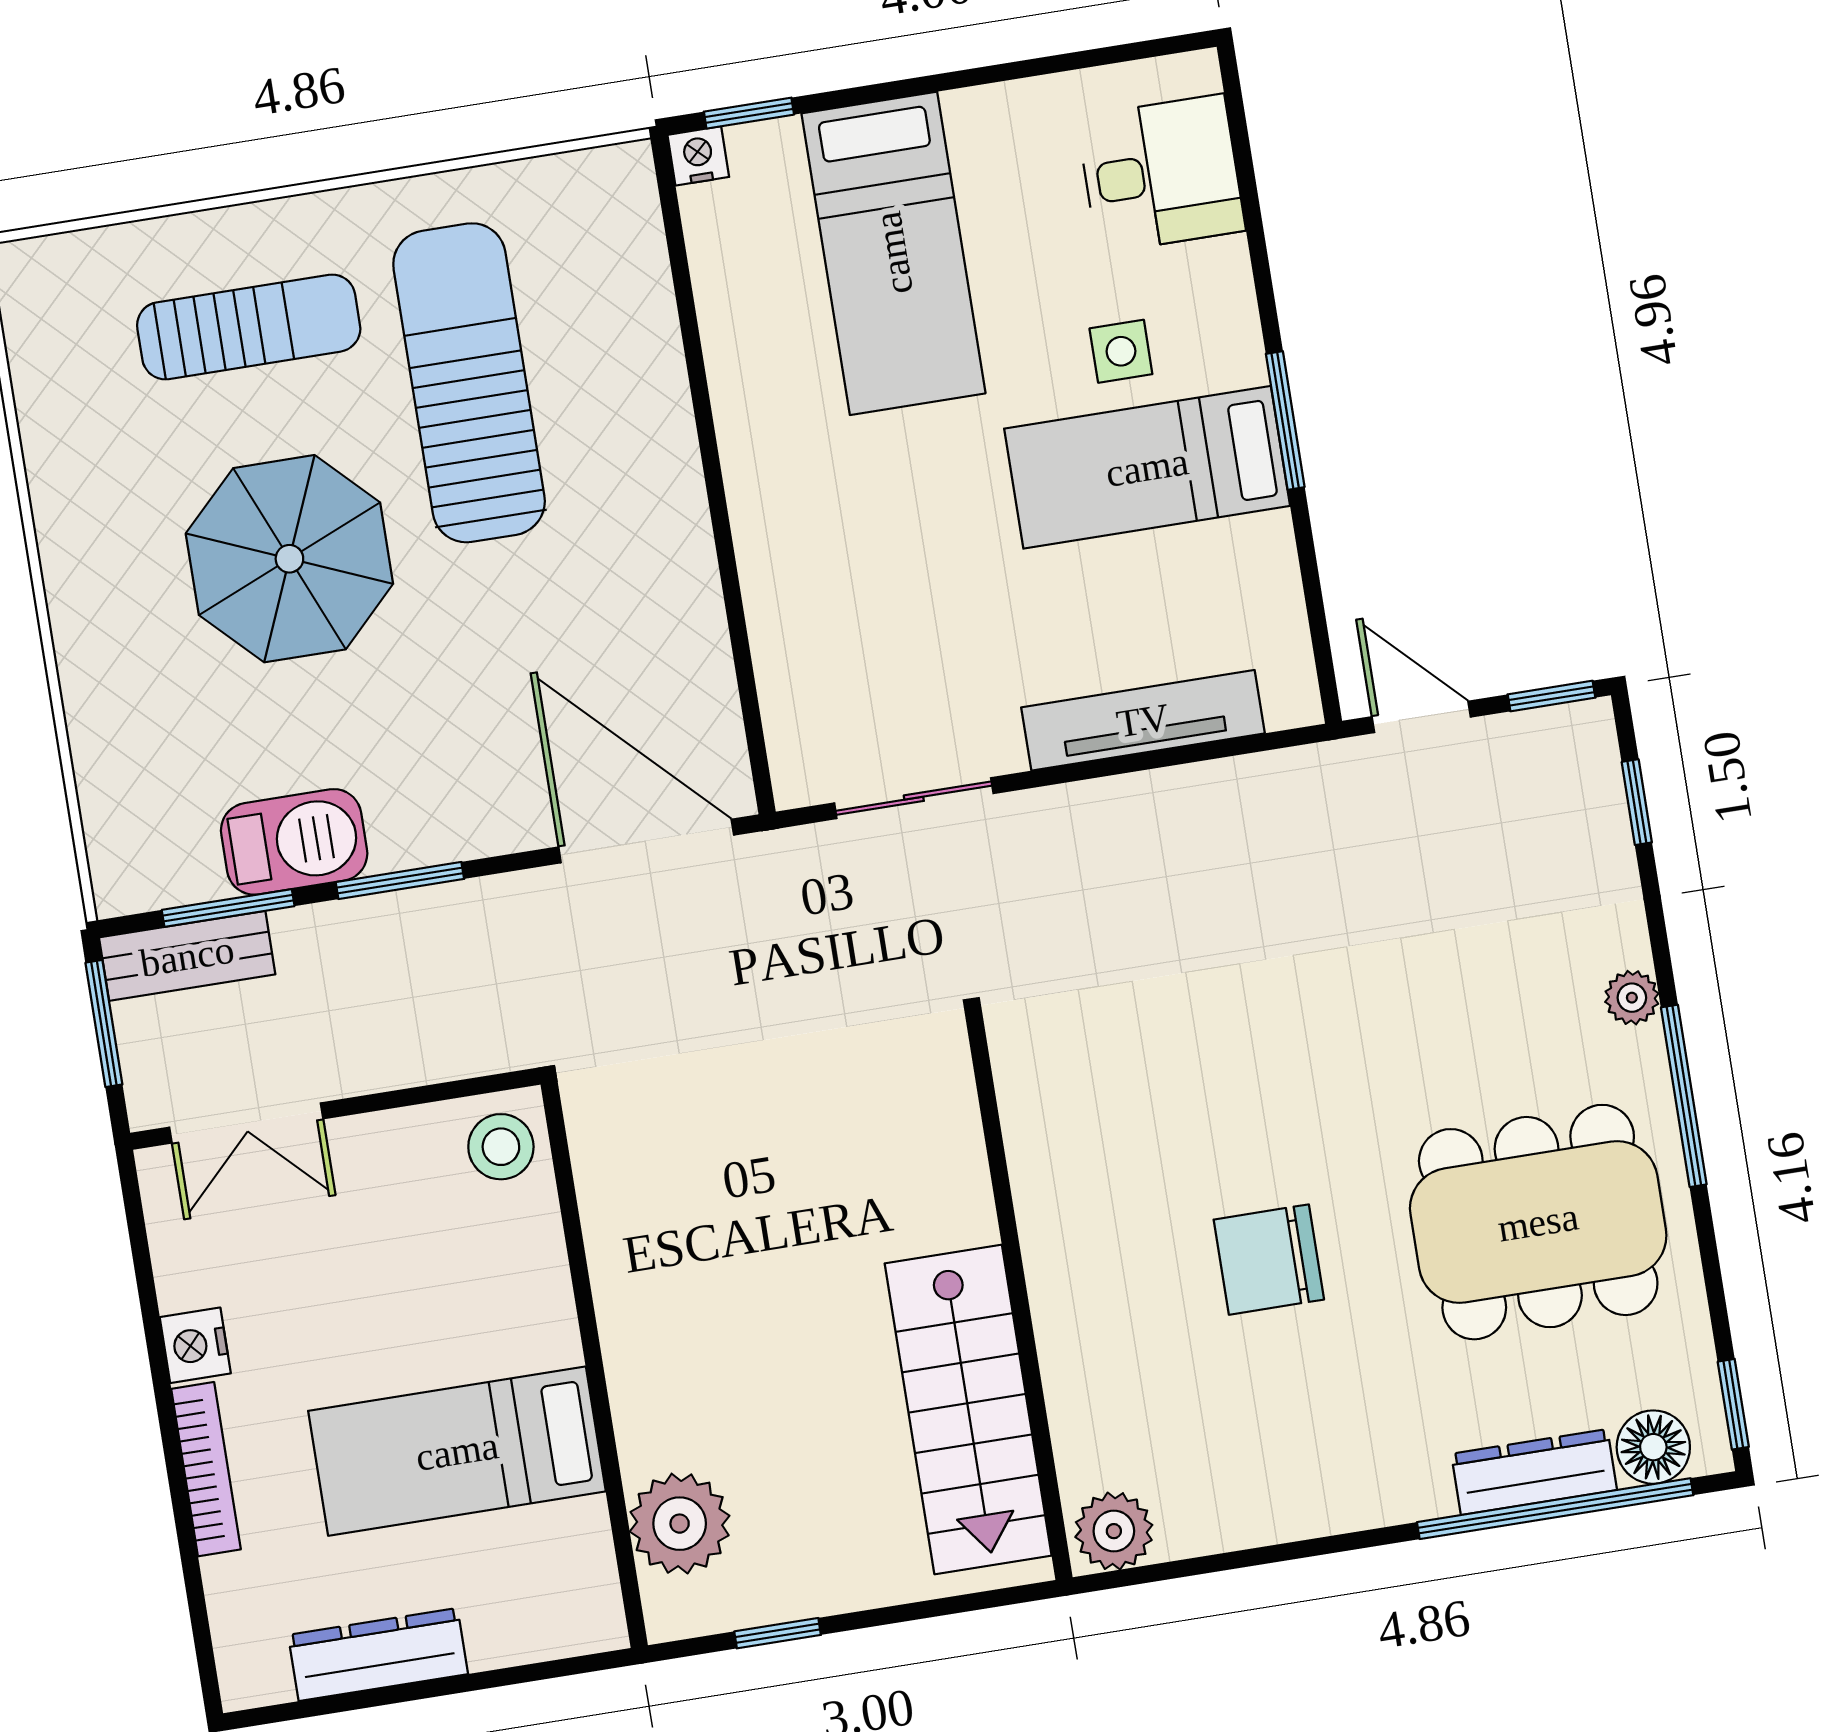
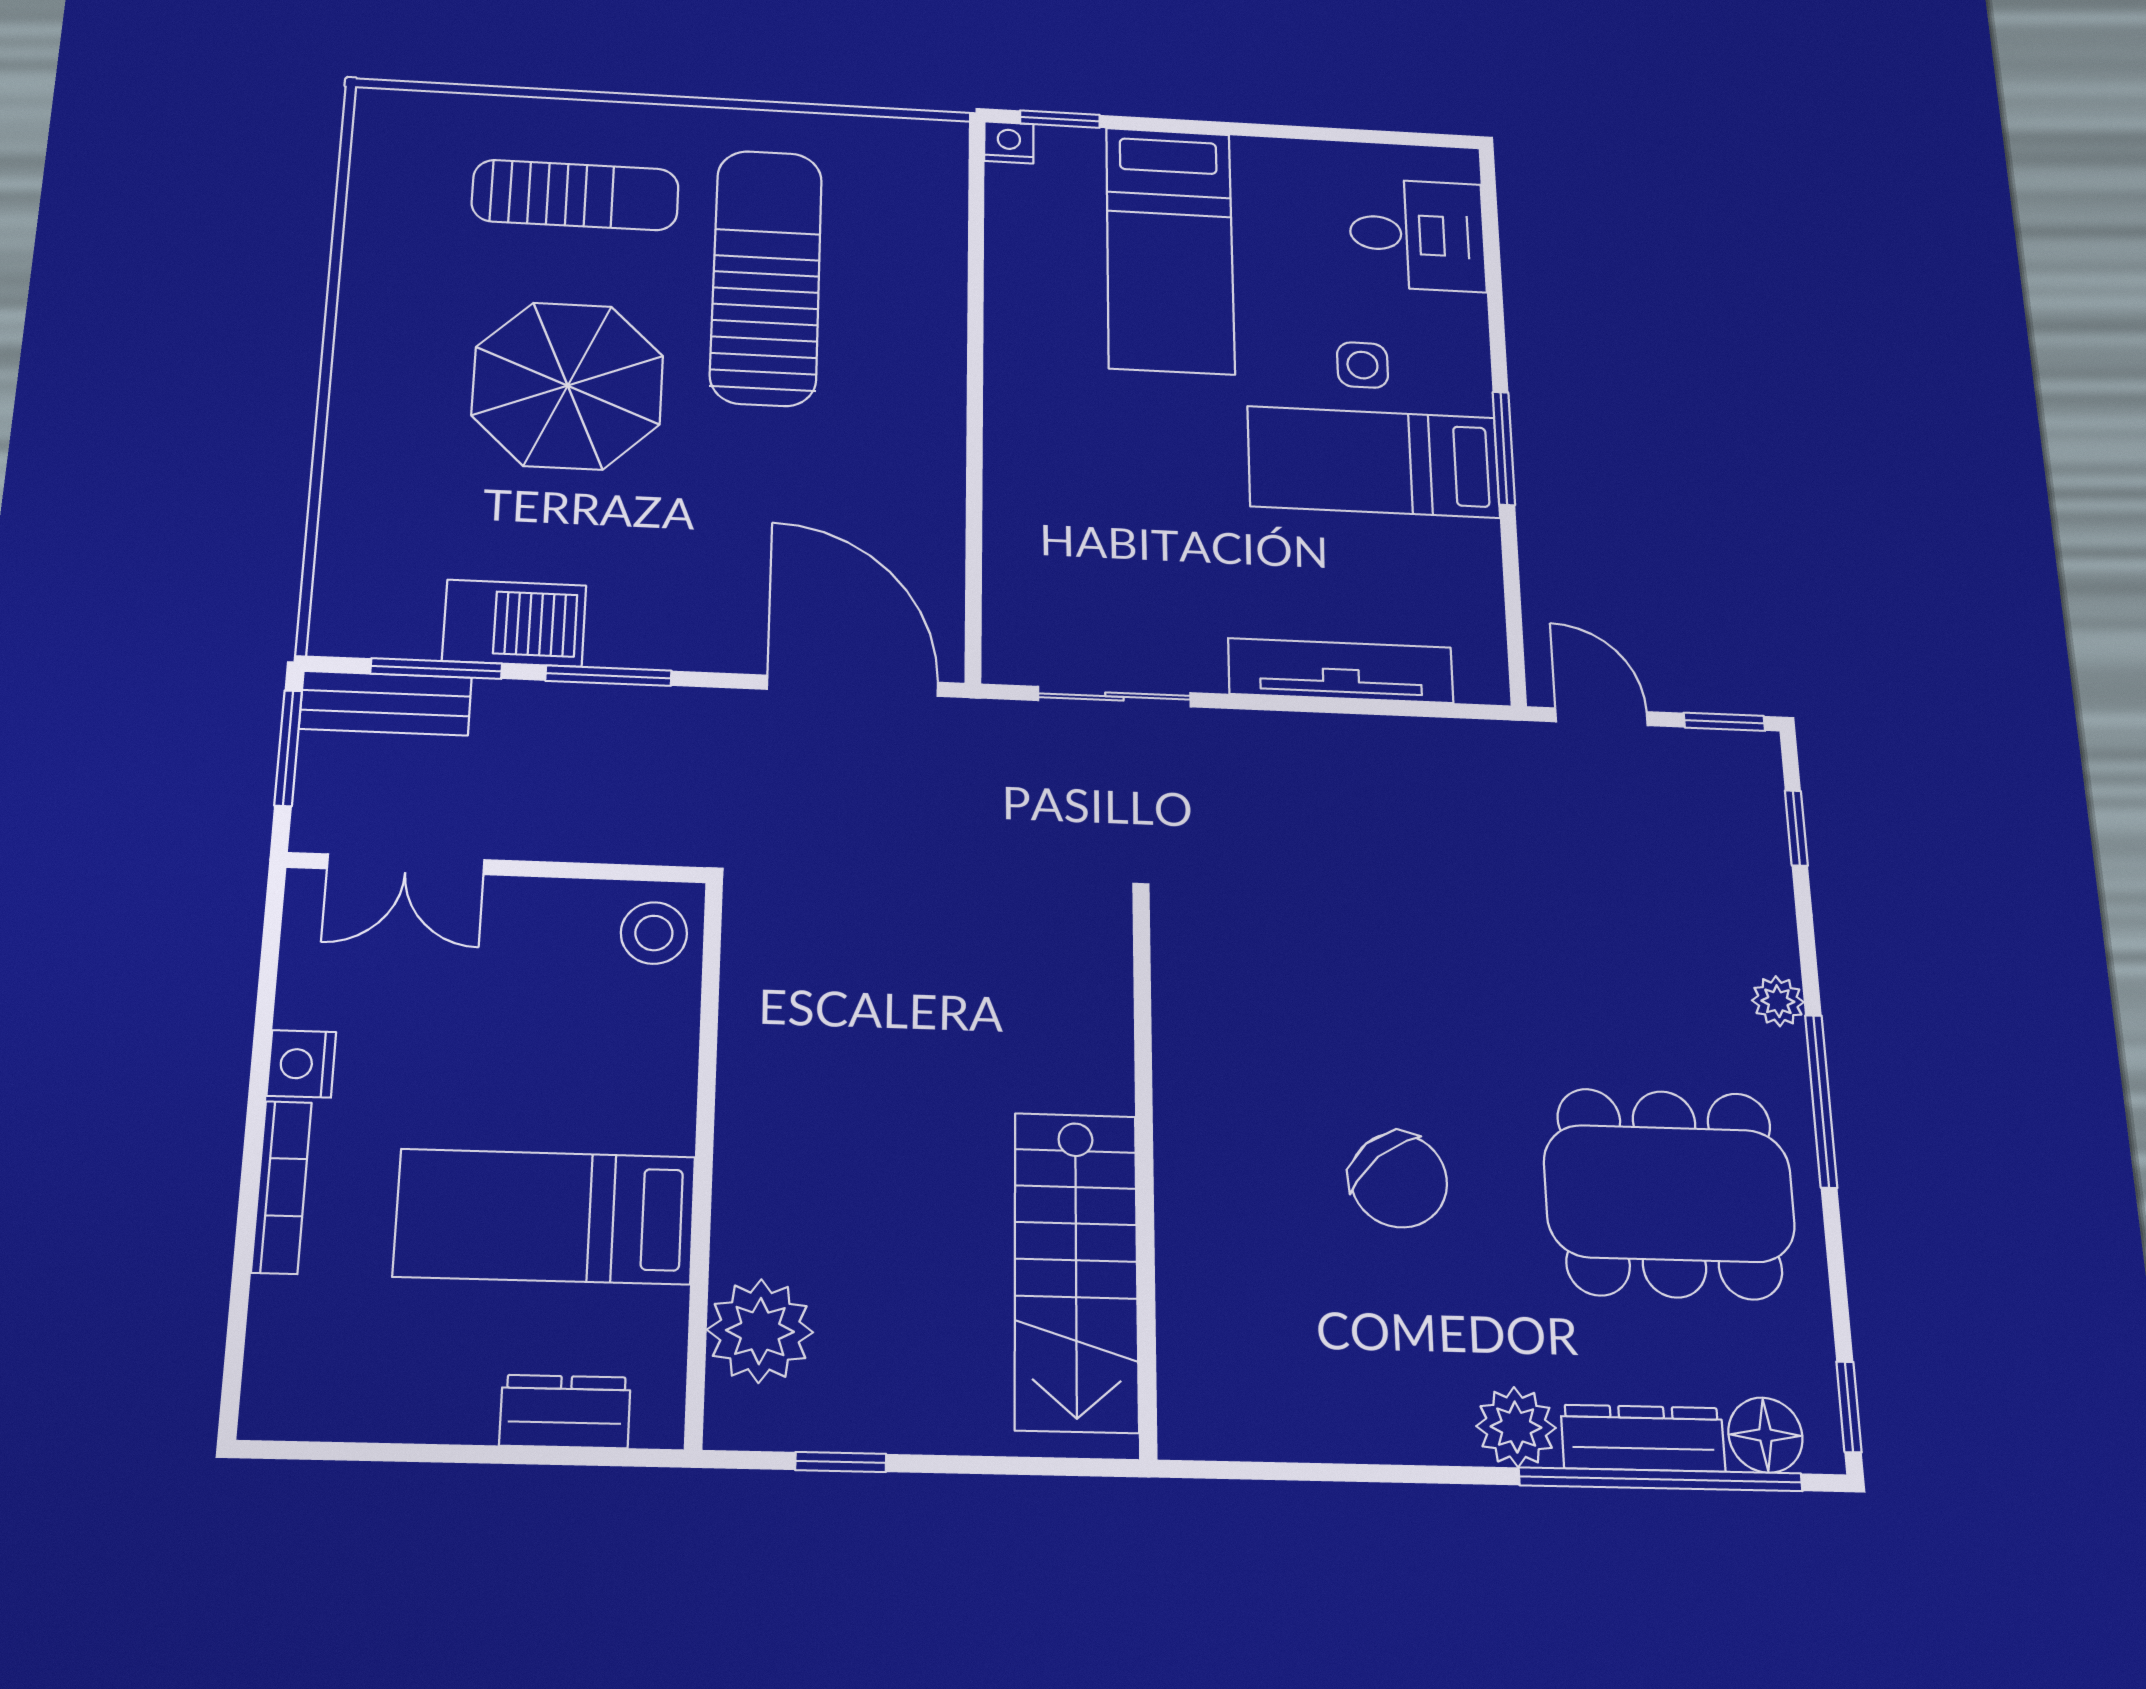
chair: (1269, 1260) -> (1399, 1180), turned -130
plant: (1114, 1531) -> (1516, 1427), moved
dresser: (378, 1654) -> (565, 1411), moved, width x0.70

